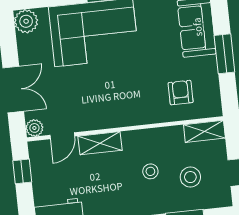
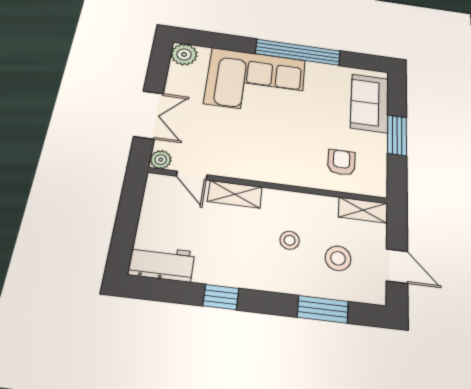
door: (62, 136) -> (192, 176), hinge flipped
window: (22, 171) -> (130, 204), removed

